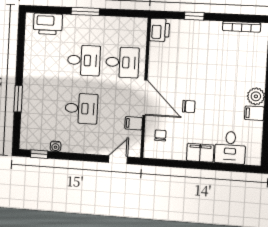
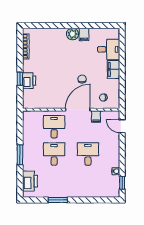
printer: (160, 30) -> (29, 81), moved, turned 90
window: (18, 99) -> (58, 200), moved

